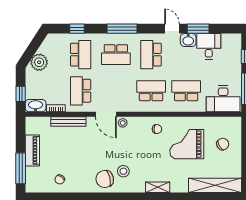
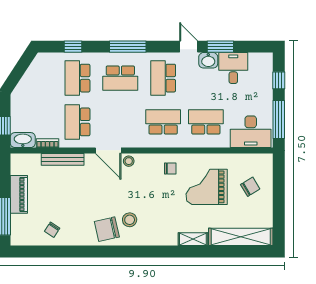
school desk: (81, 55) -> (77, 78), turned 180
plant: (39, 62) -> (27, 87), removed
shelving: (158, 187) -> (193, 239), moved

